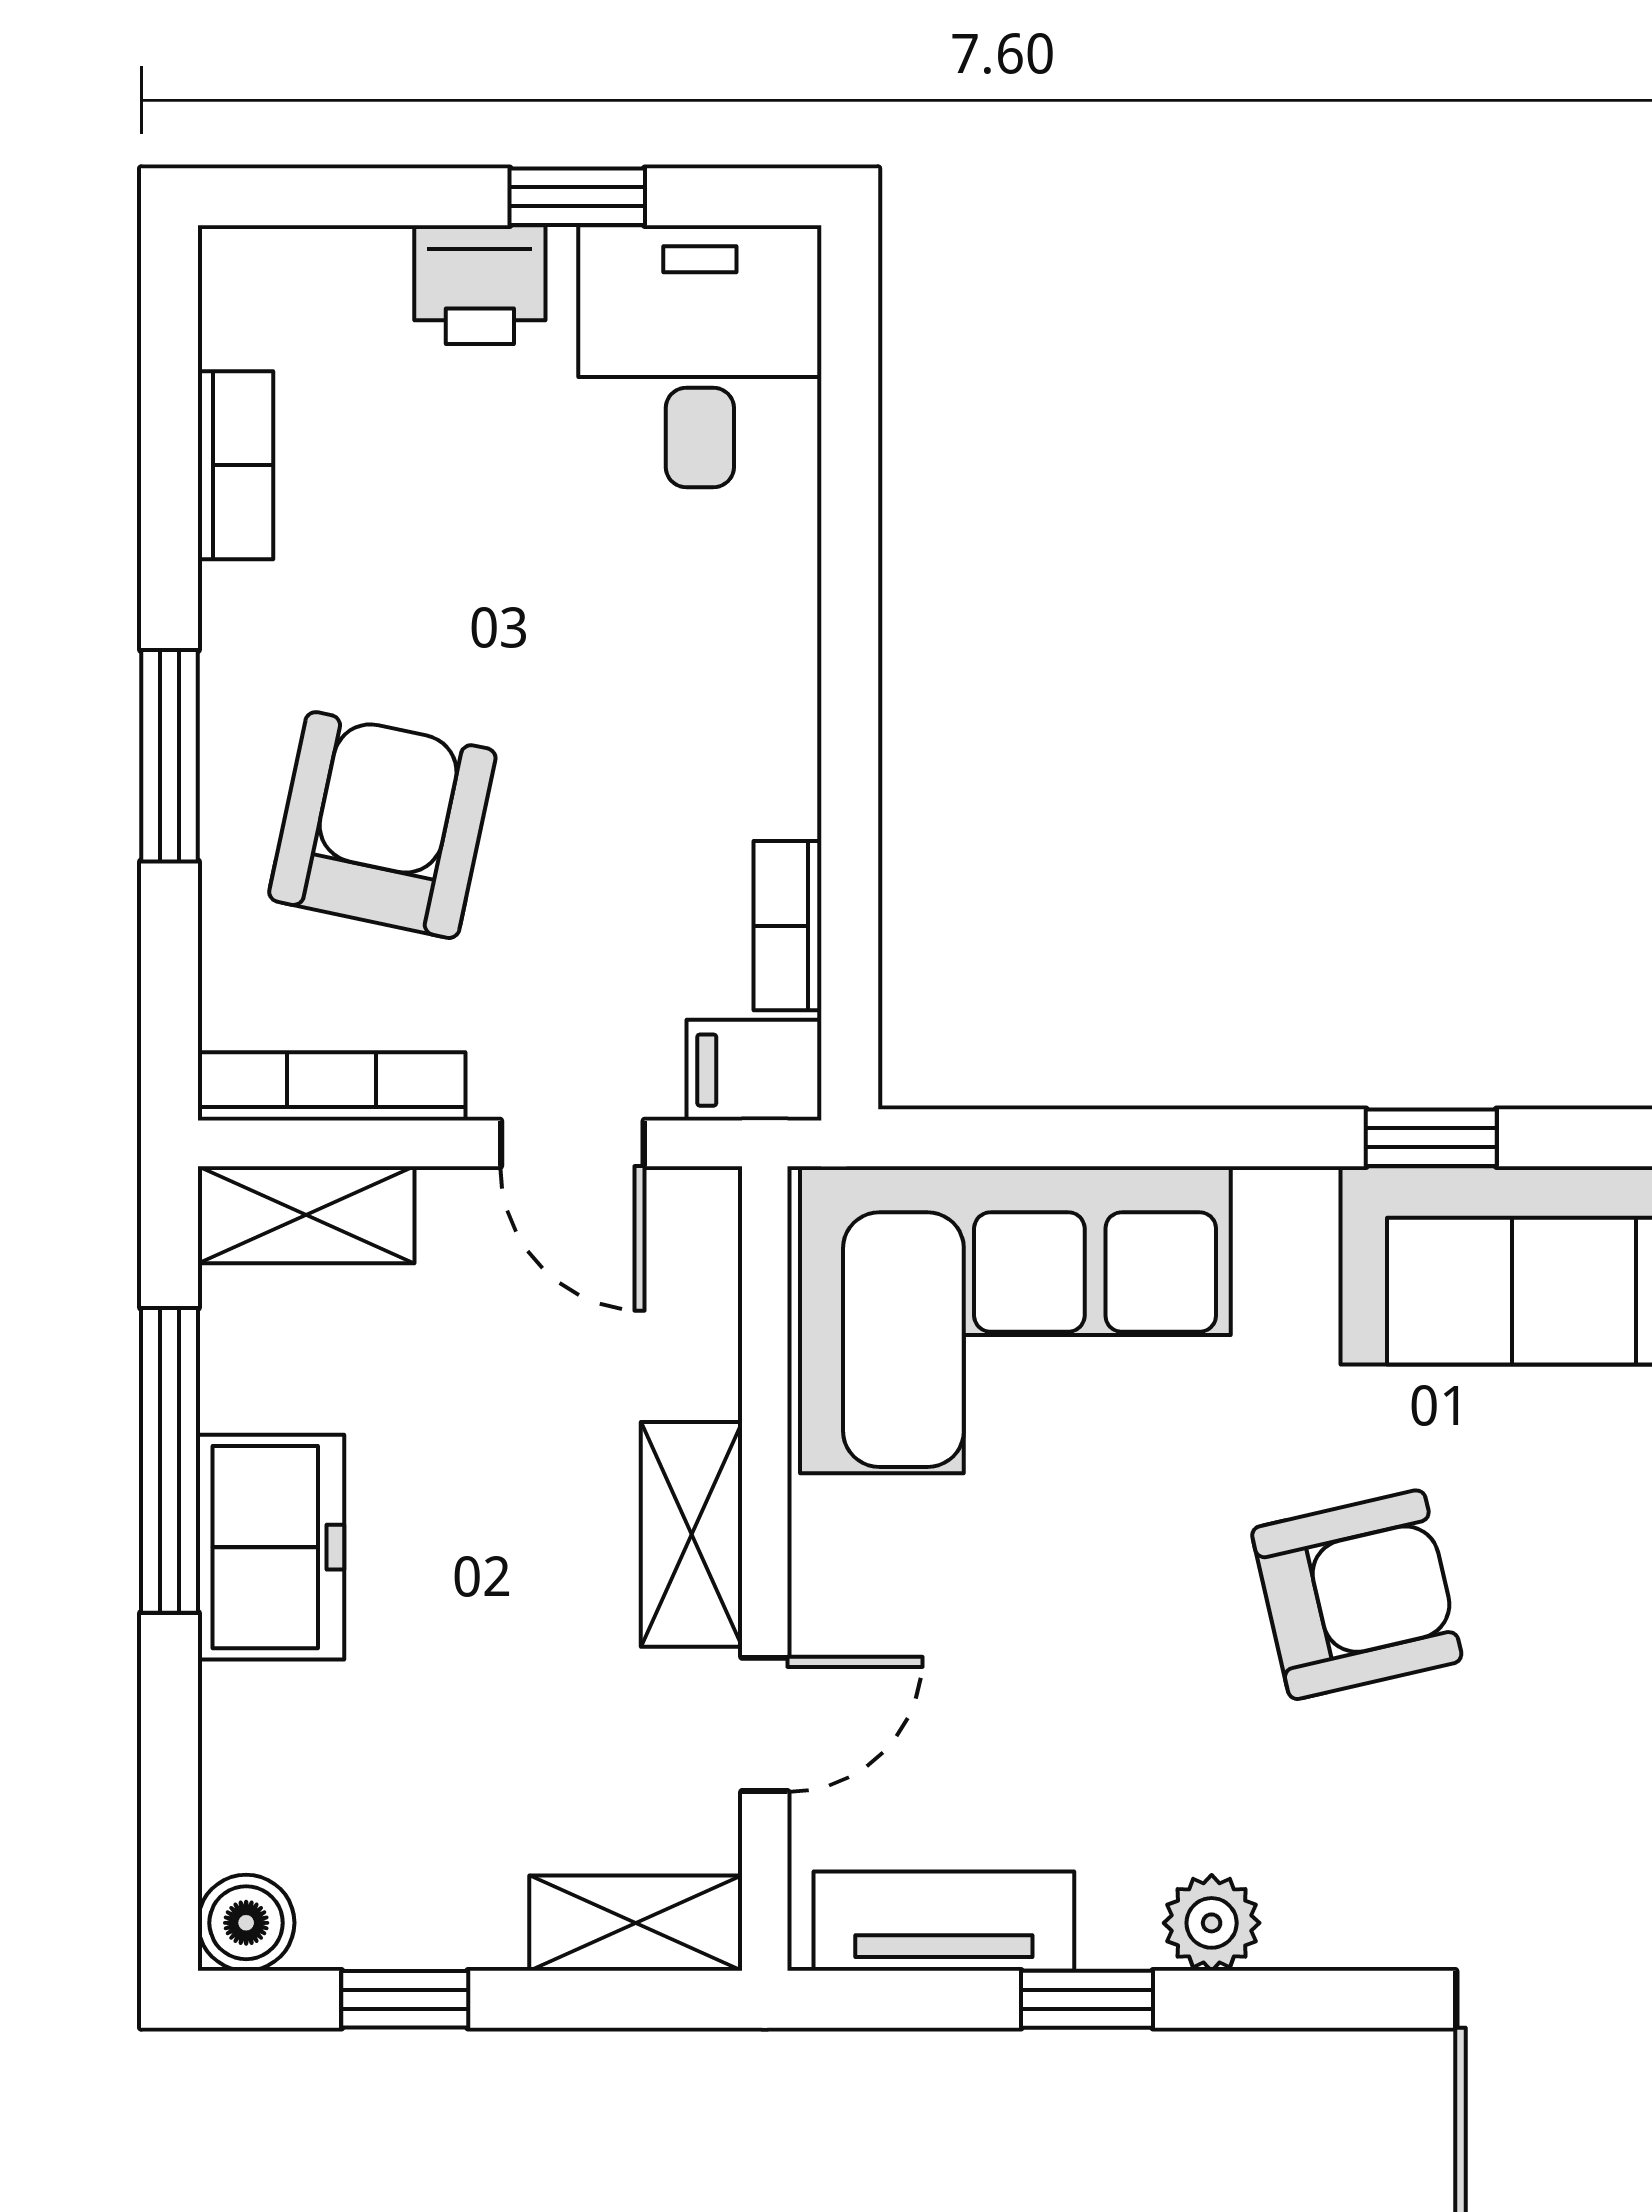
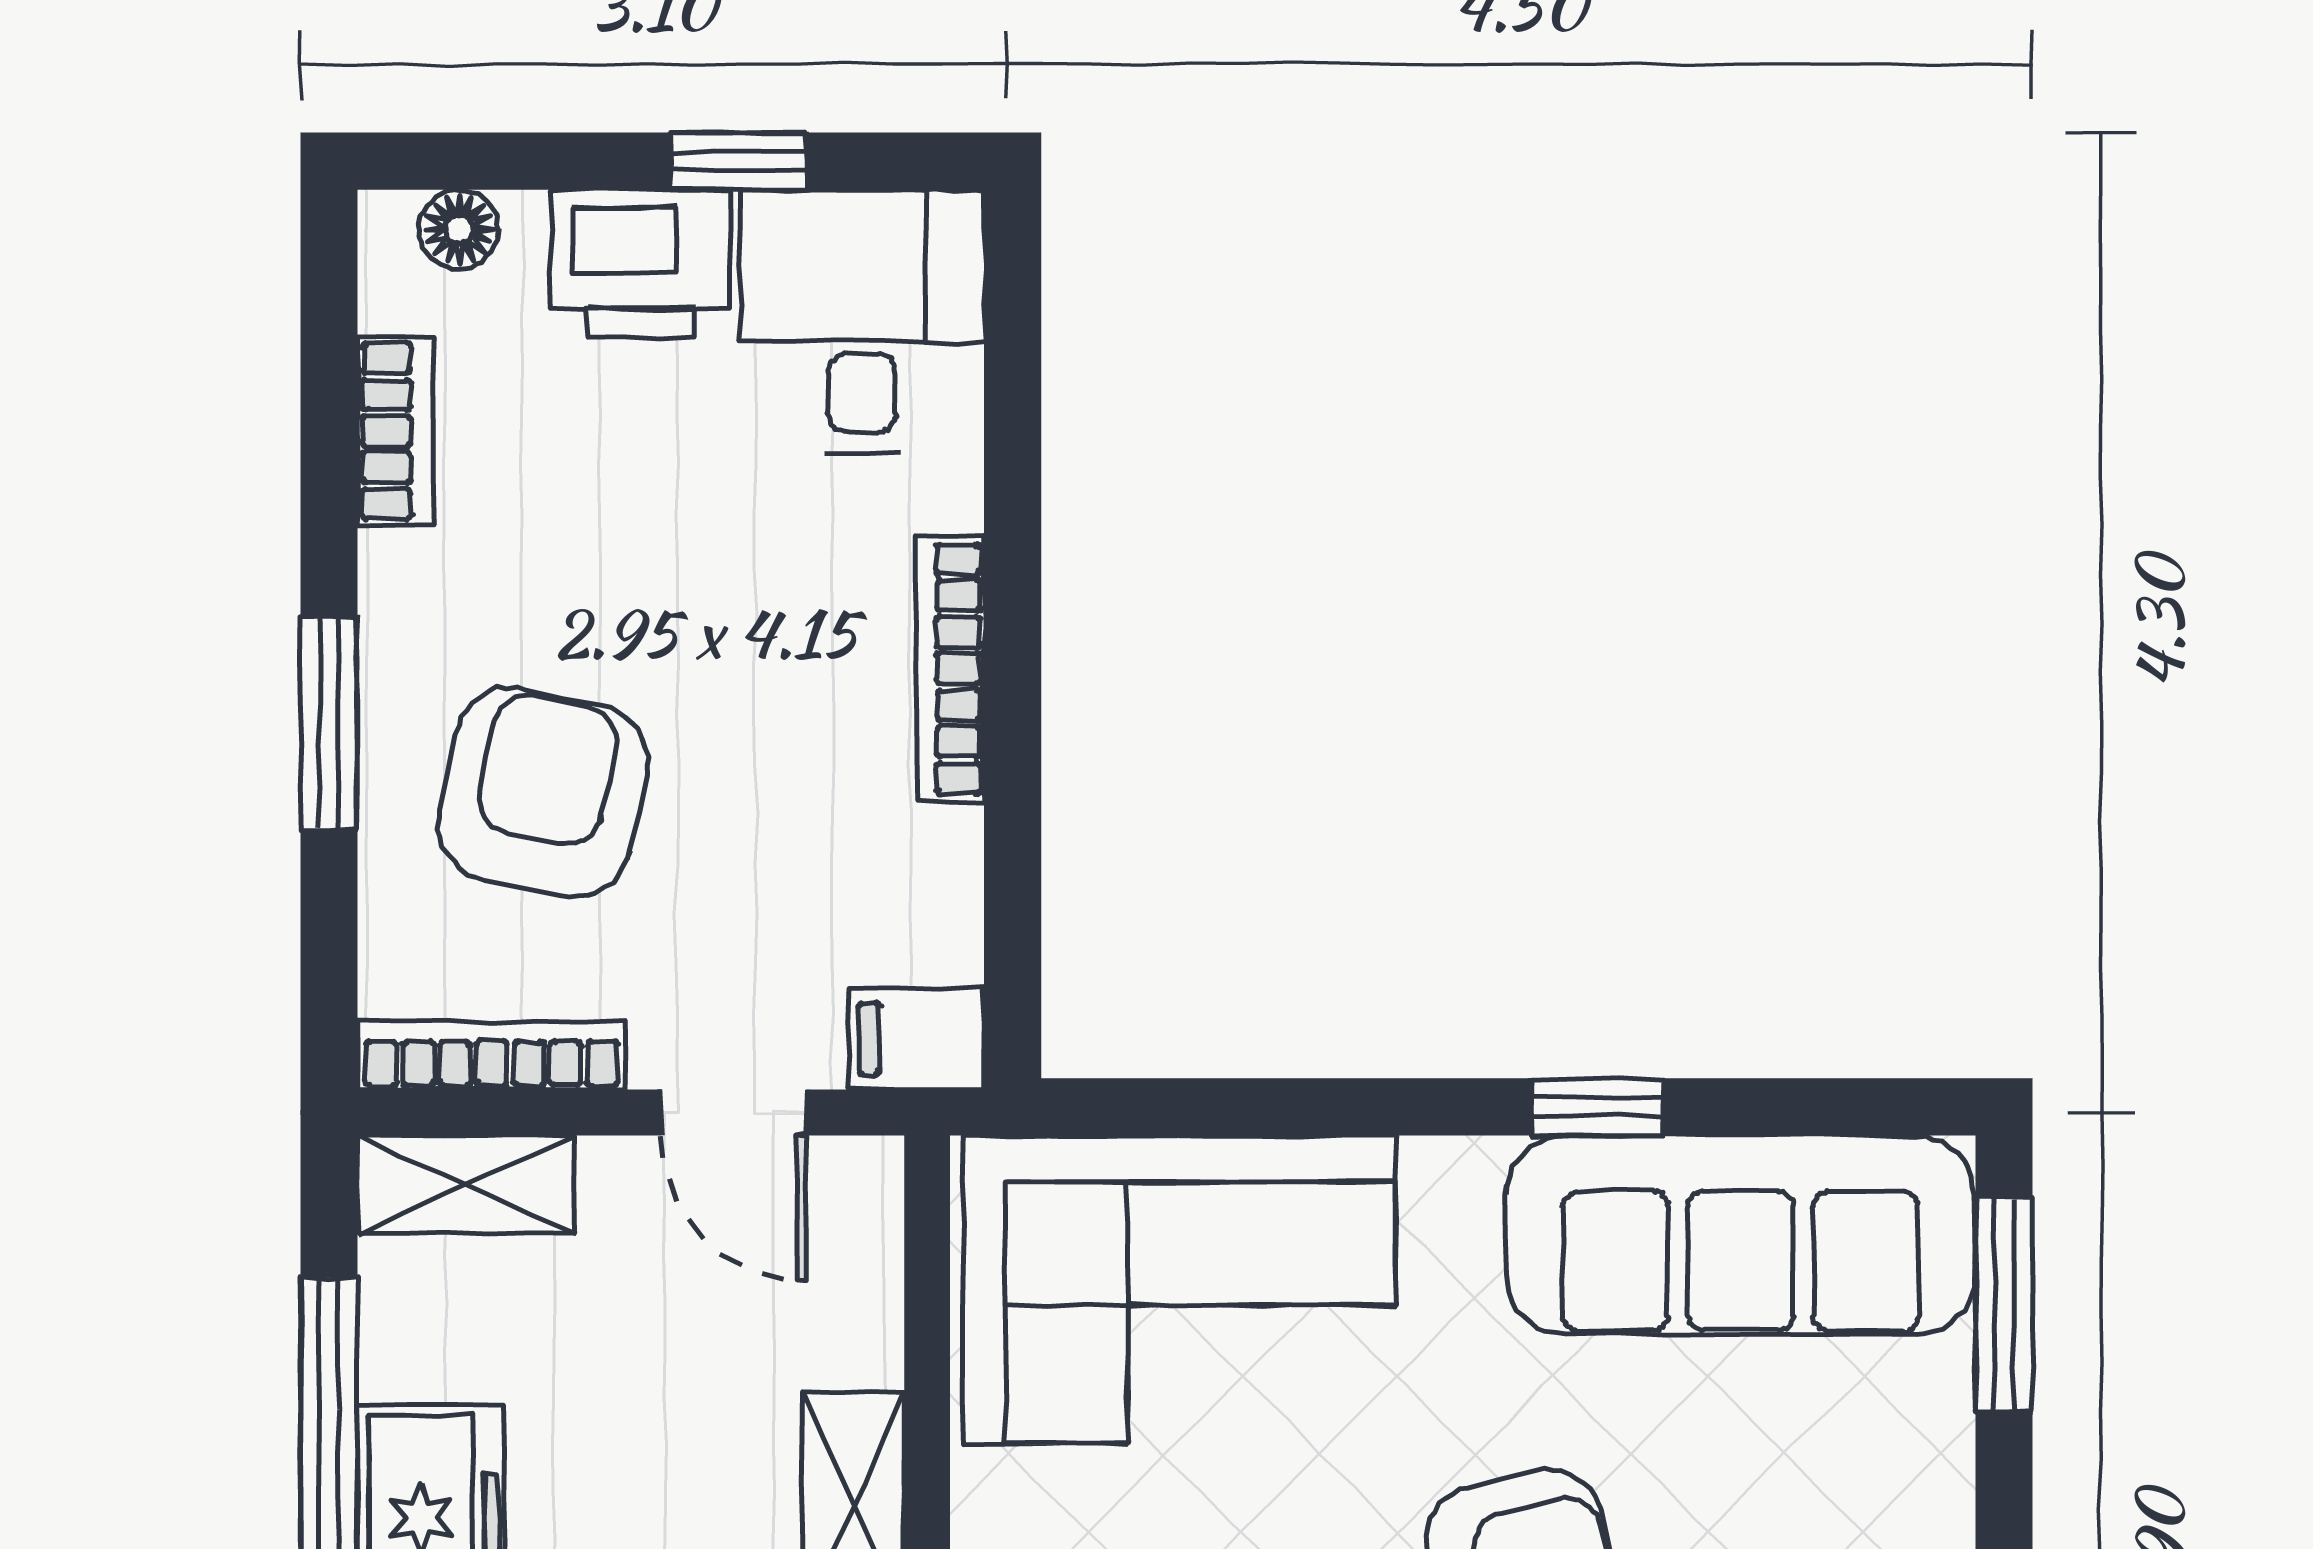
floor lamp: (299, 265) -> (459, 229), added
printer: (480, 285) -> (641, 264), width x1.36, depth x1.24
bookcase: (787, 926) -> (950, 669), moved, width x1.56

